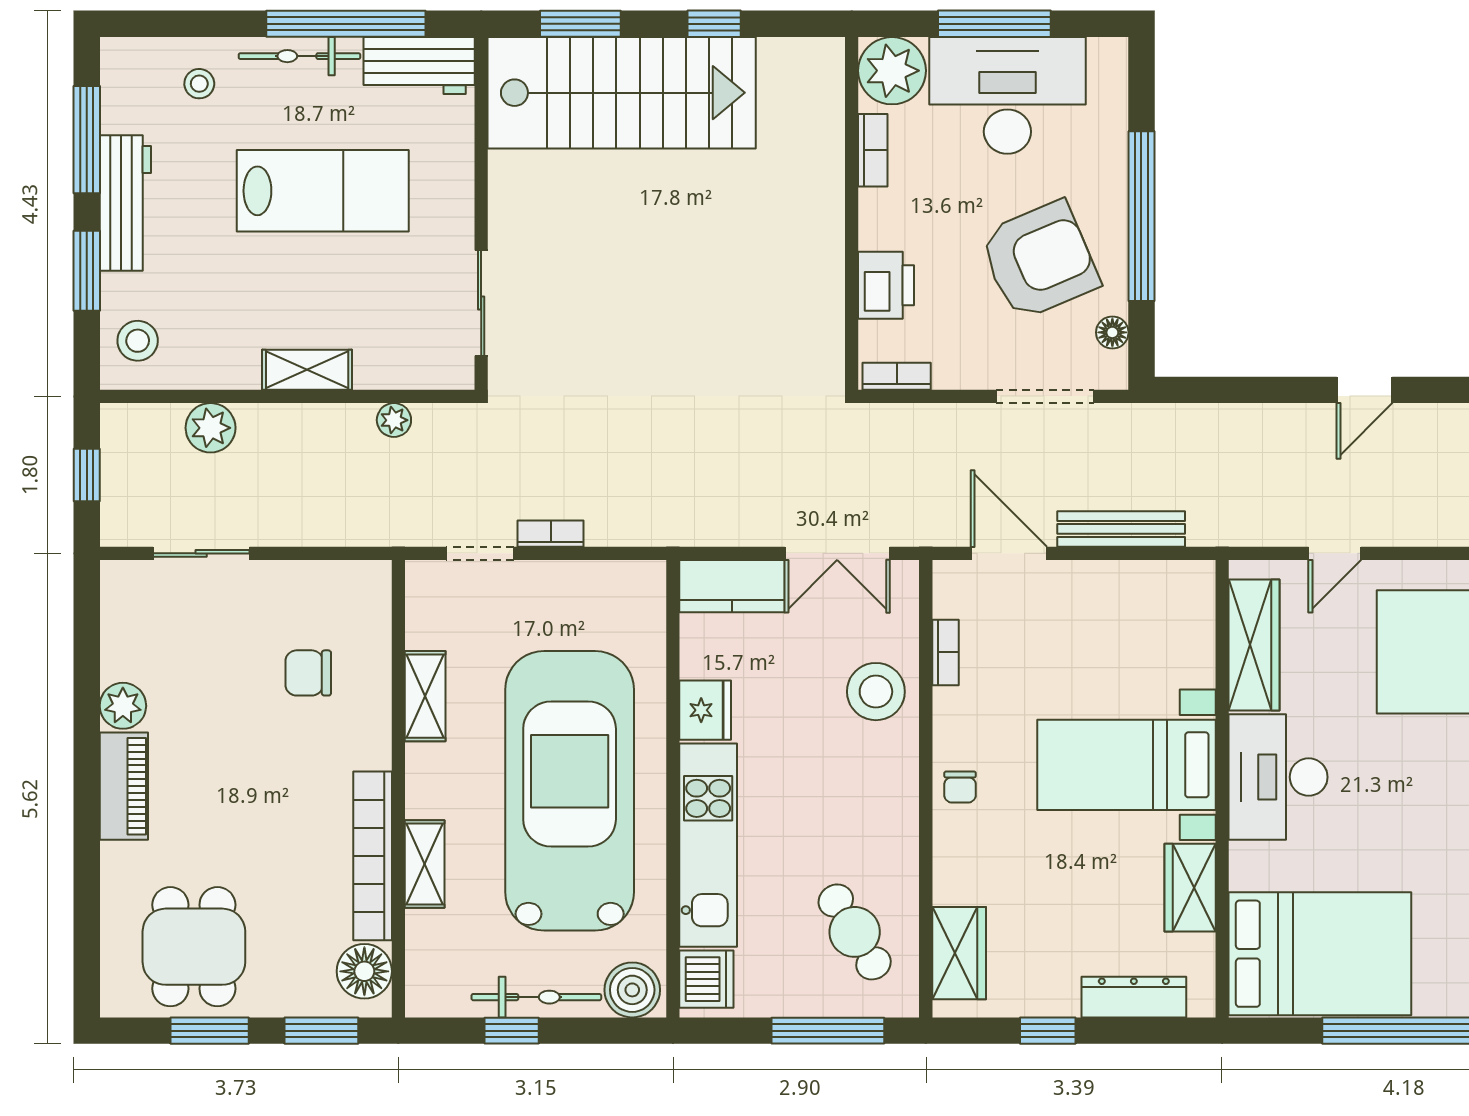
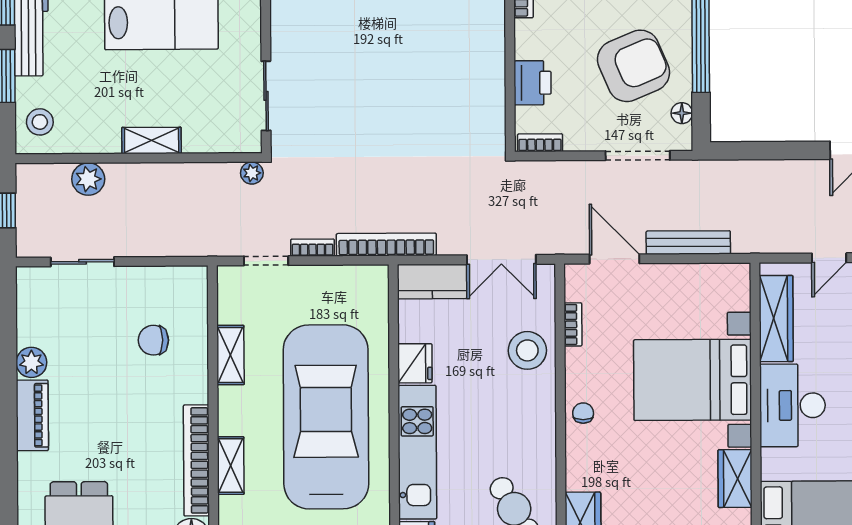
plant: (394, 420) -> (252, 173), moved
bookcase: (663, 530) -> (386, 245), added
bed with nightstands: (1126, 765) -> (693, 380), width x1.36
chair: (960, 787) -> (583, 413), turned 180

